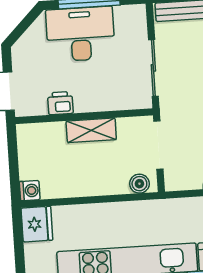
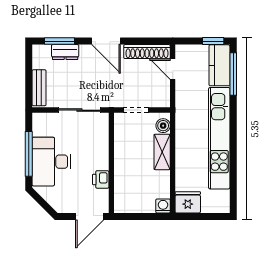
shelving: (91, 130) -> (162, 152), moved
doorway: (158, 145) -> (136, 110), width x0.73

